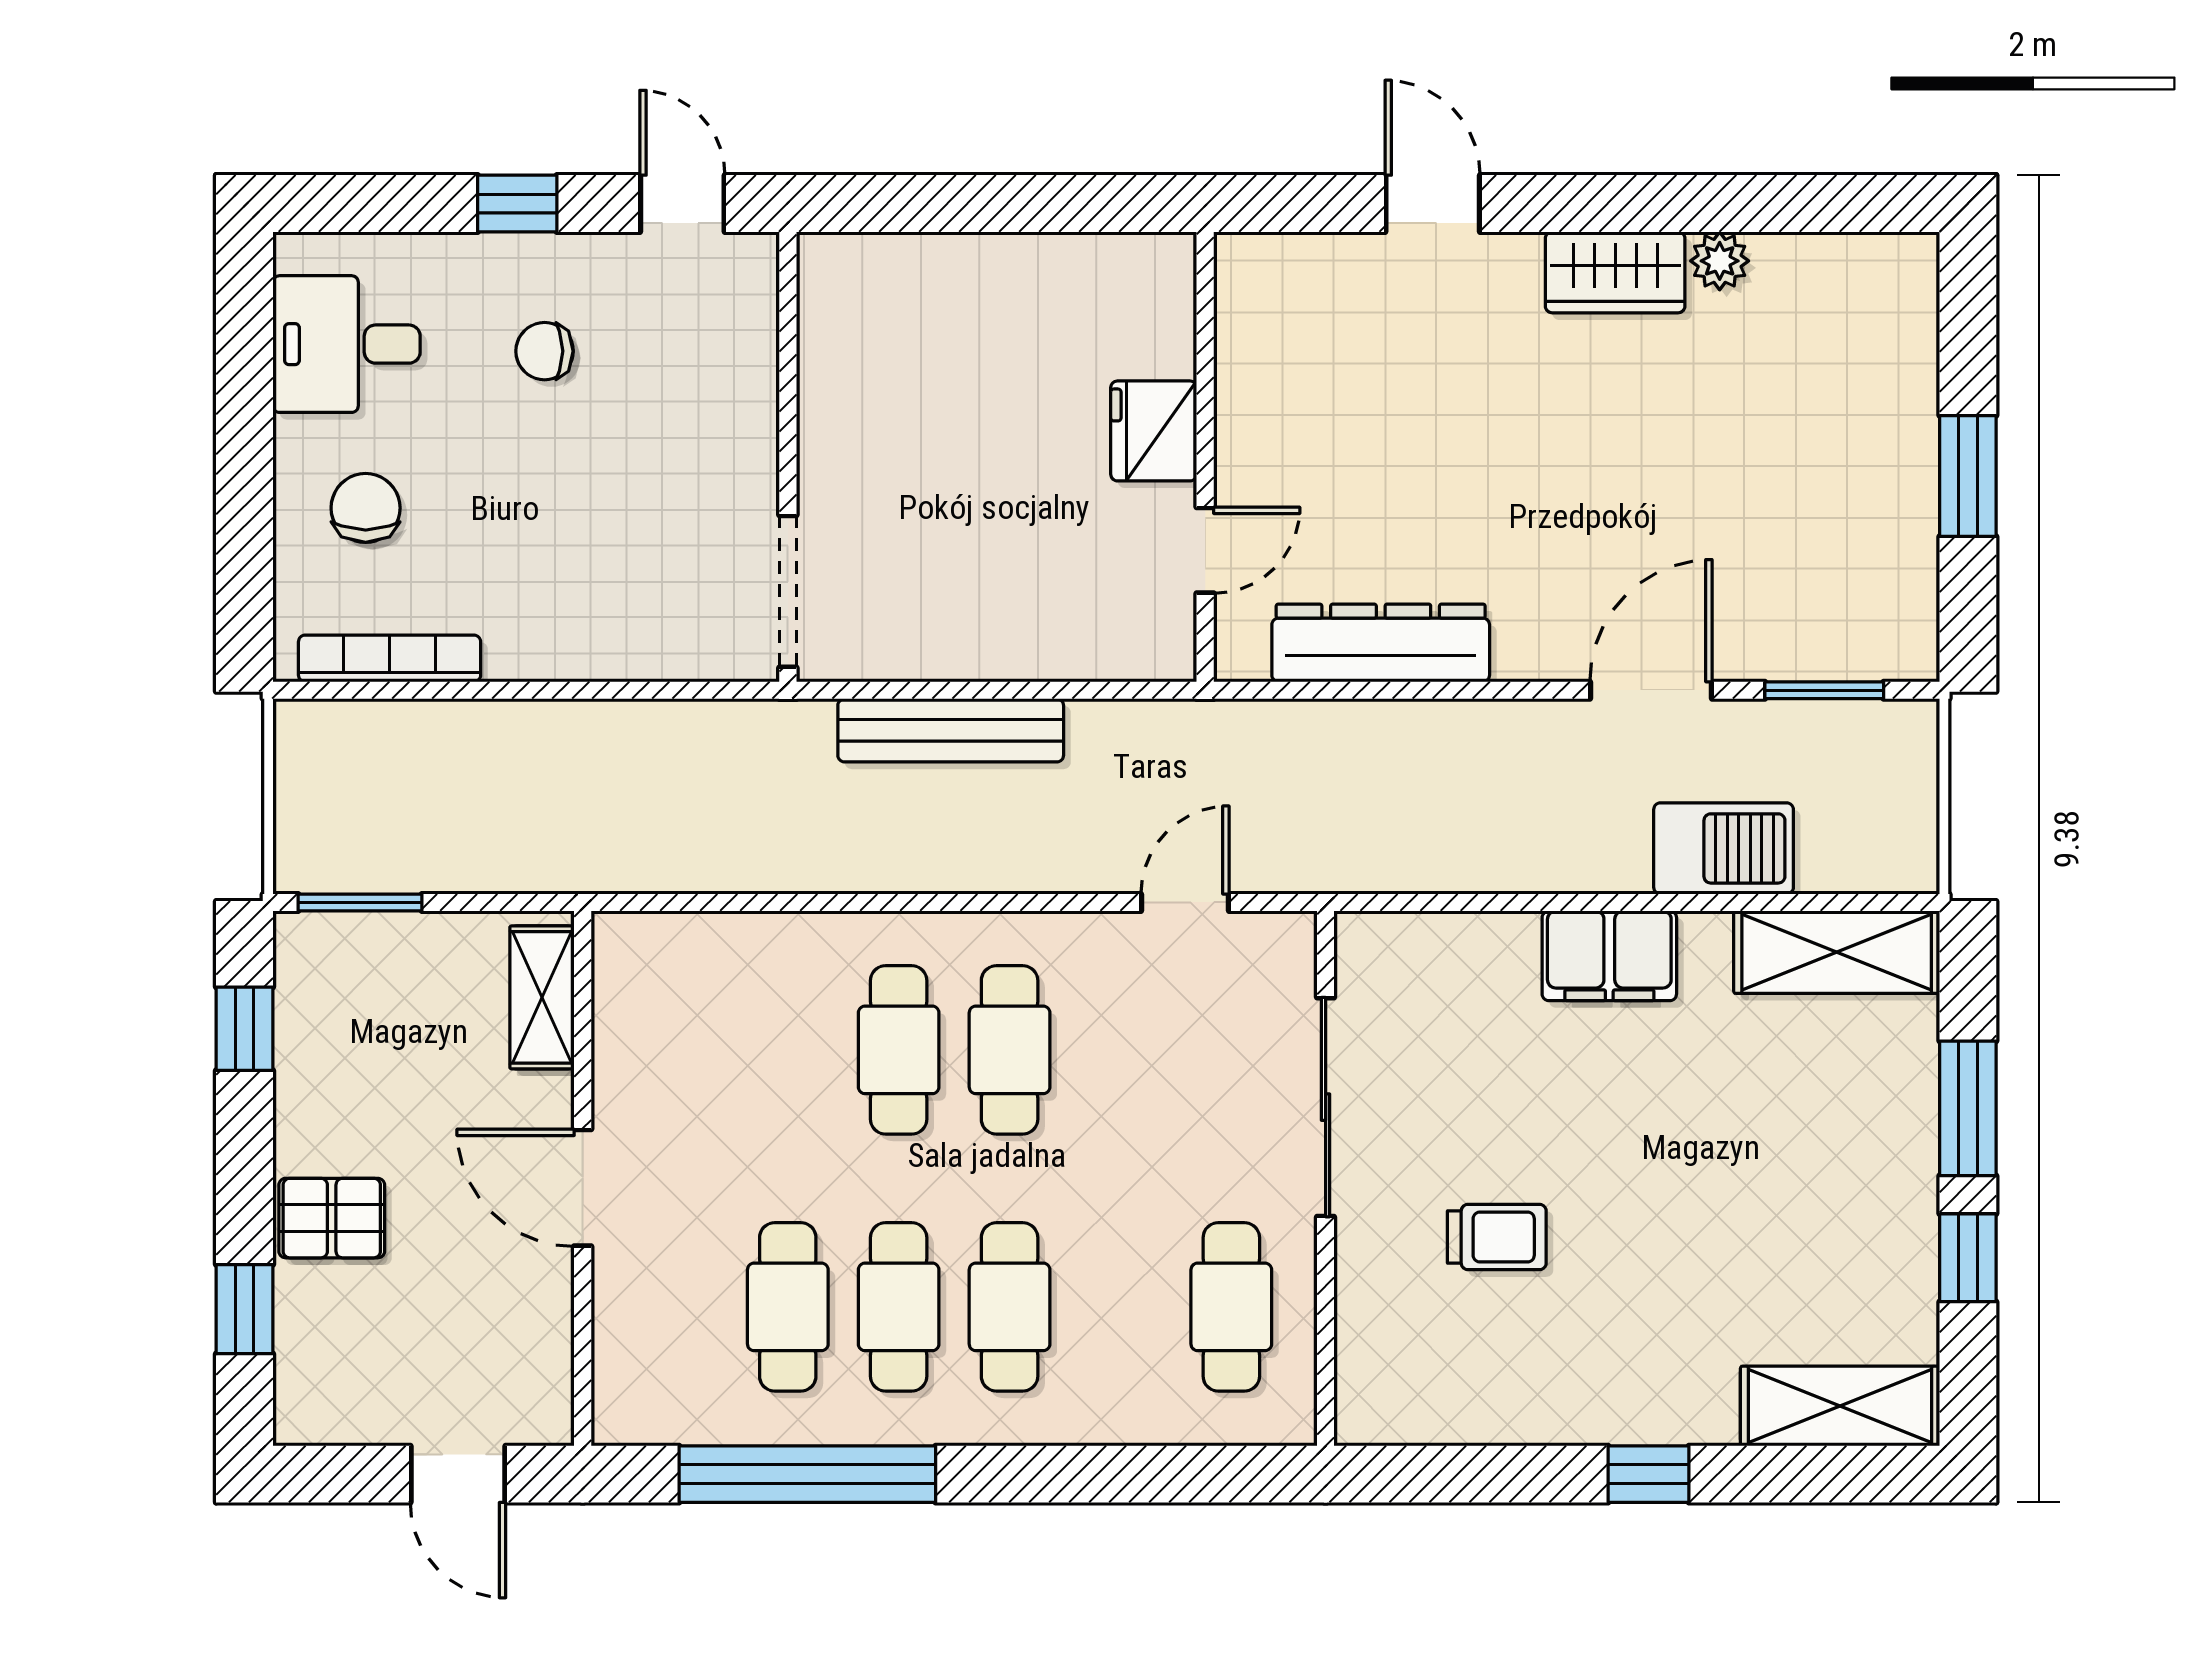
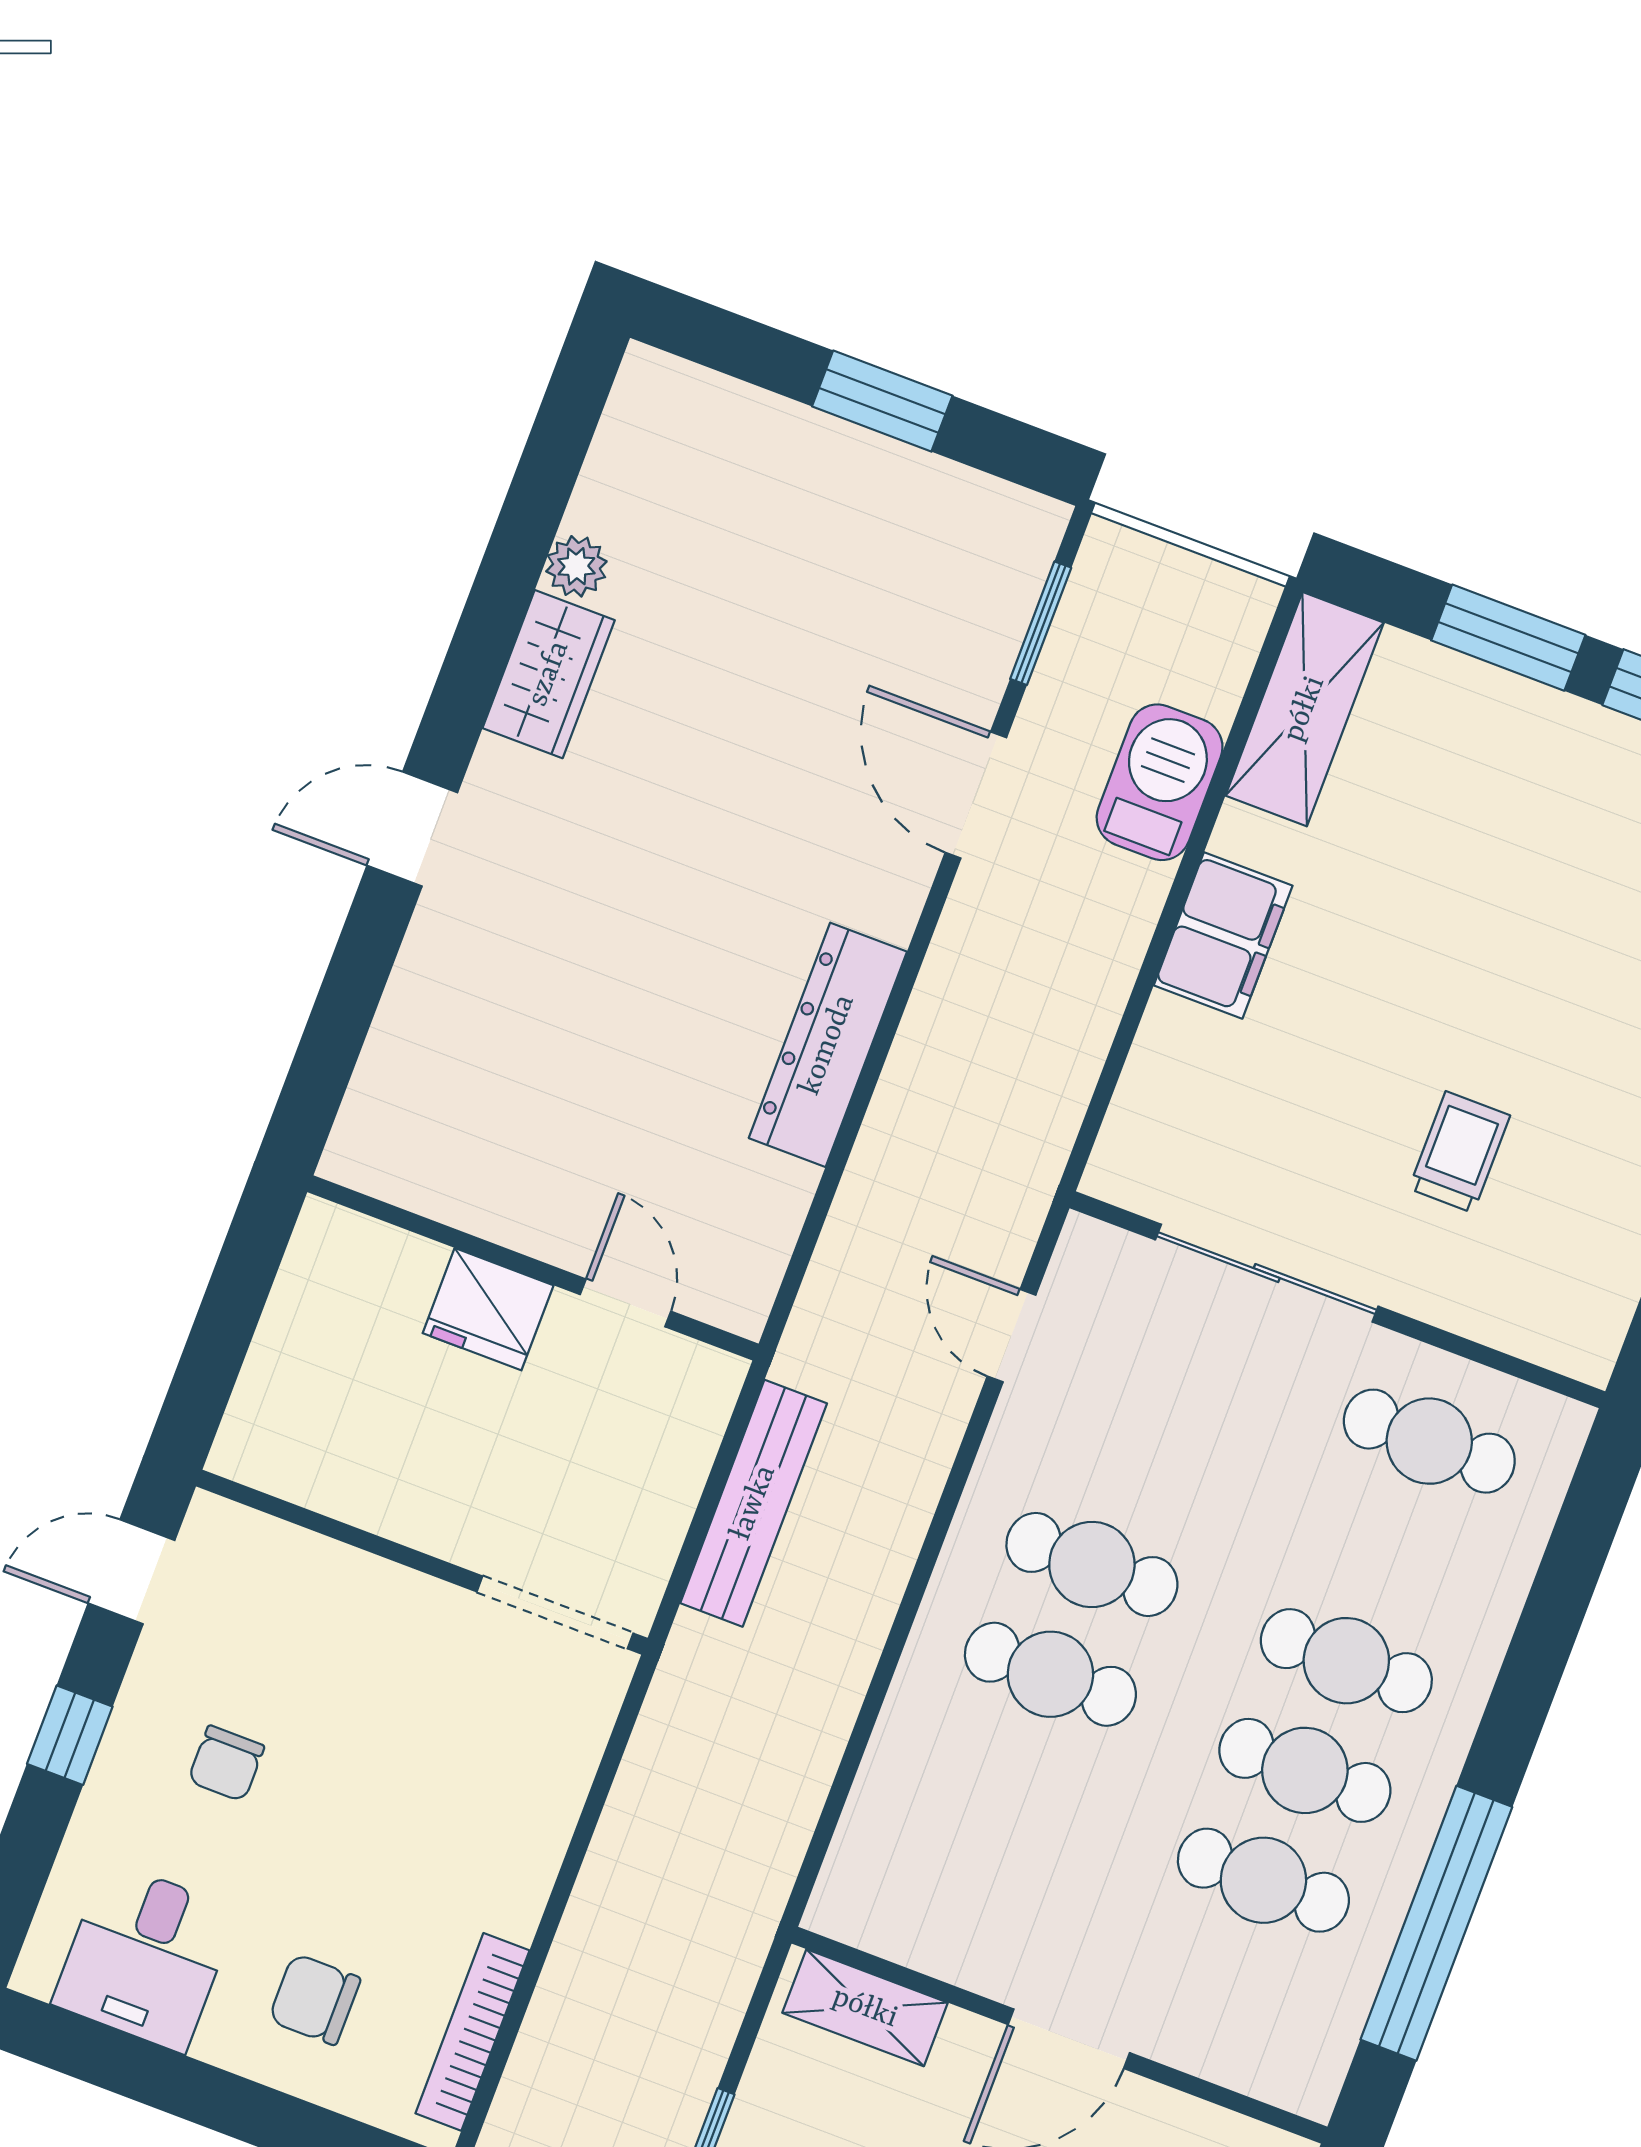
fridge: (1154, 431) -> (488, 1309), moved
wall: (1205, 457) -> (533, 1268), moved
door: (1205, 550) -> (625, 1303), moved

